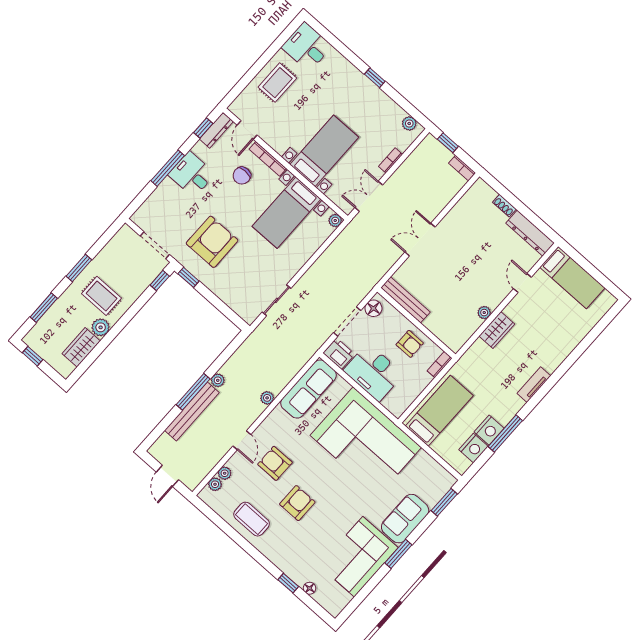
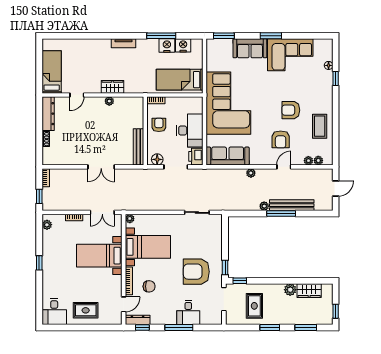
desk: (192, 174) -> (188, 313), moved
rug: (102, 296) -> (254, 306), moved

